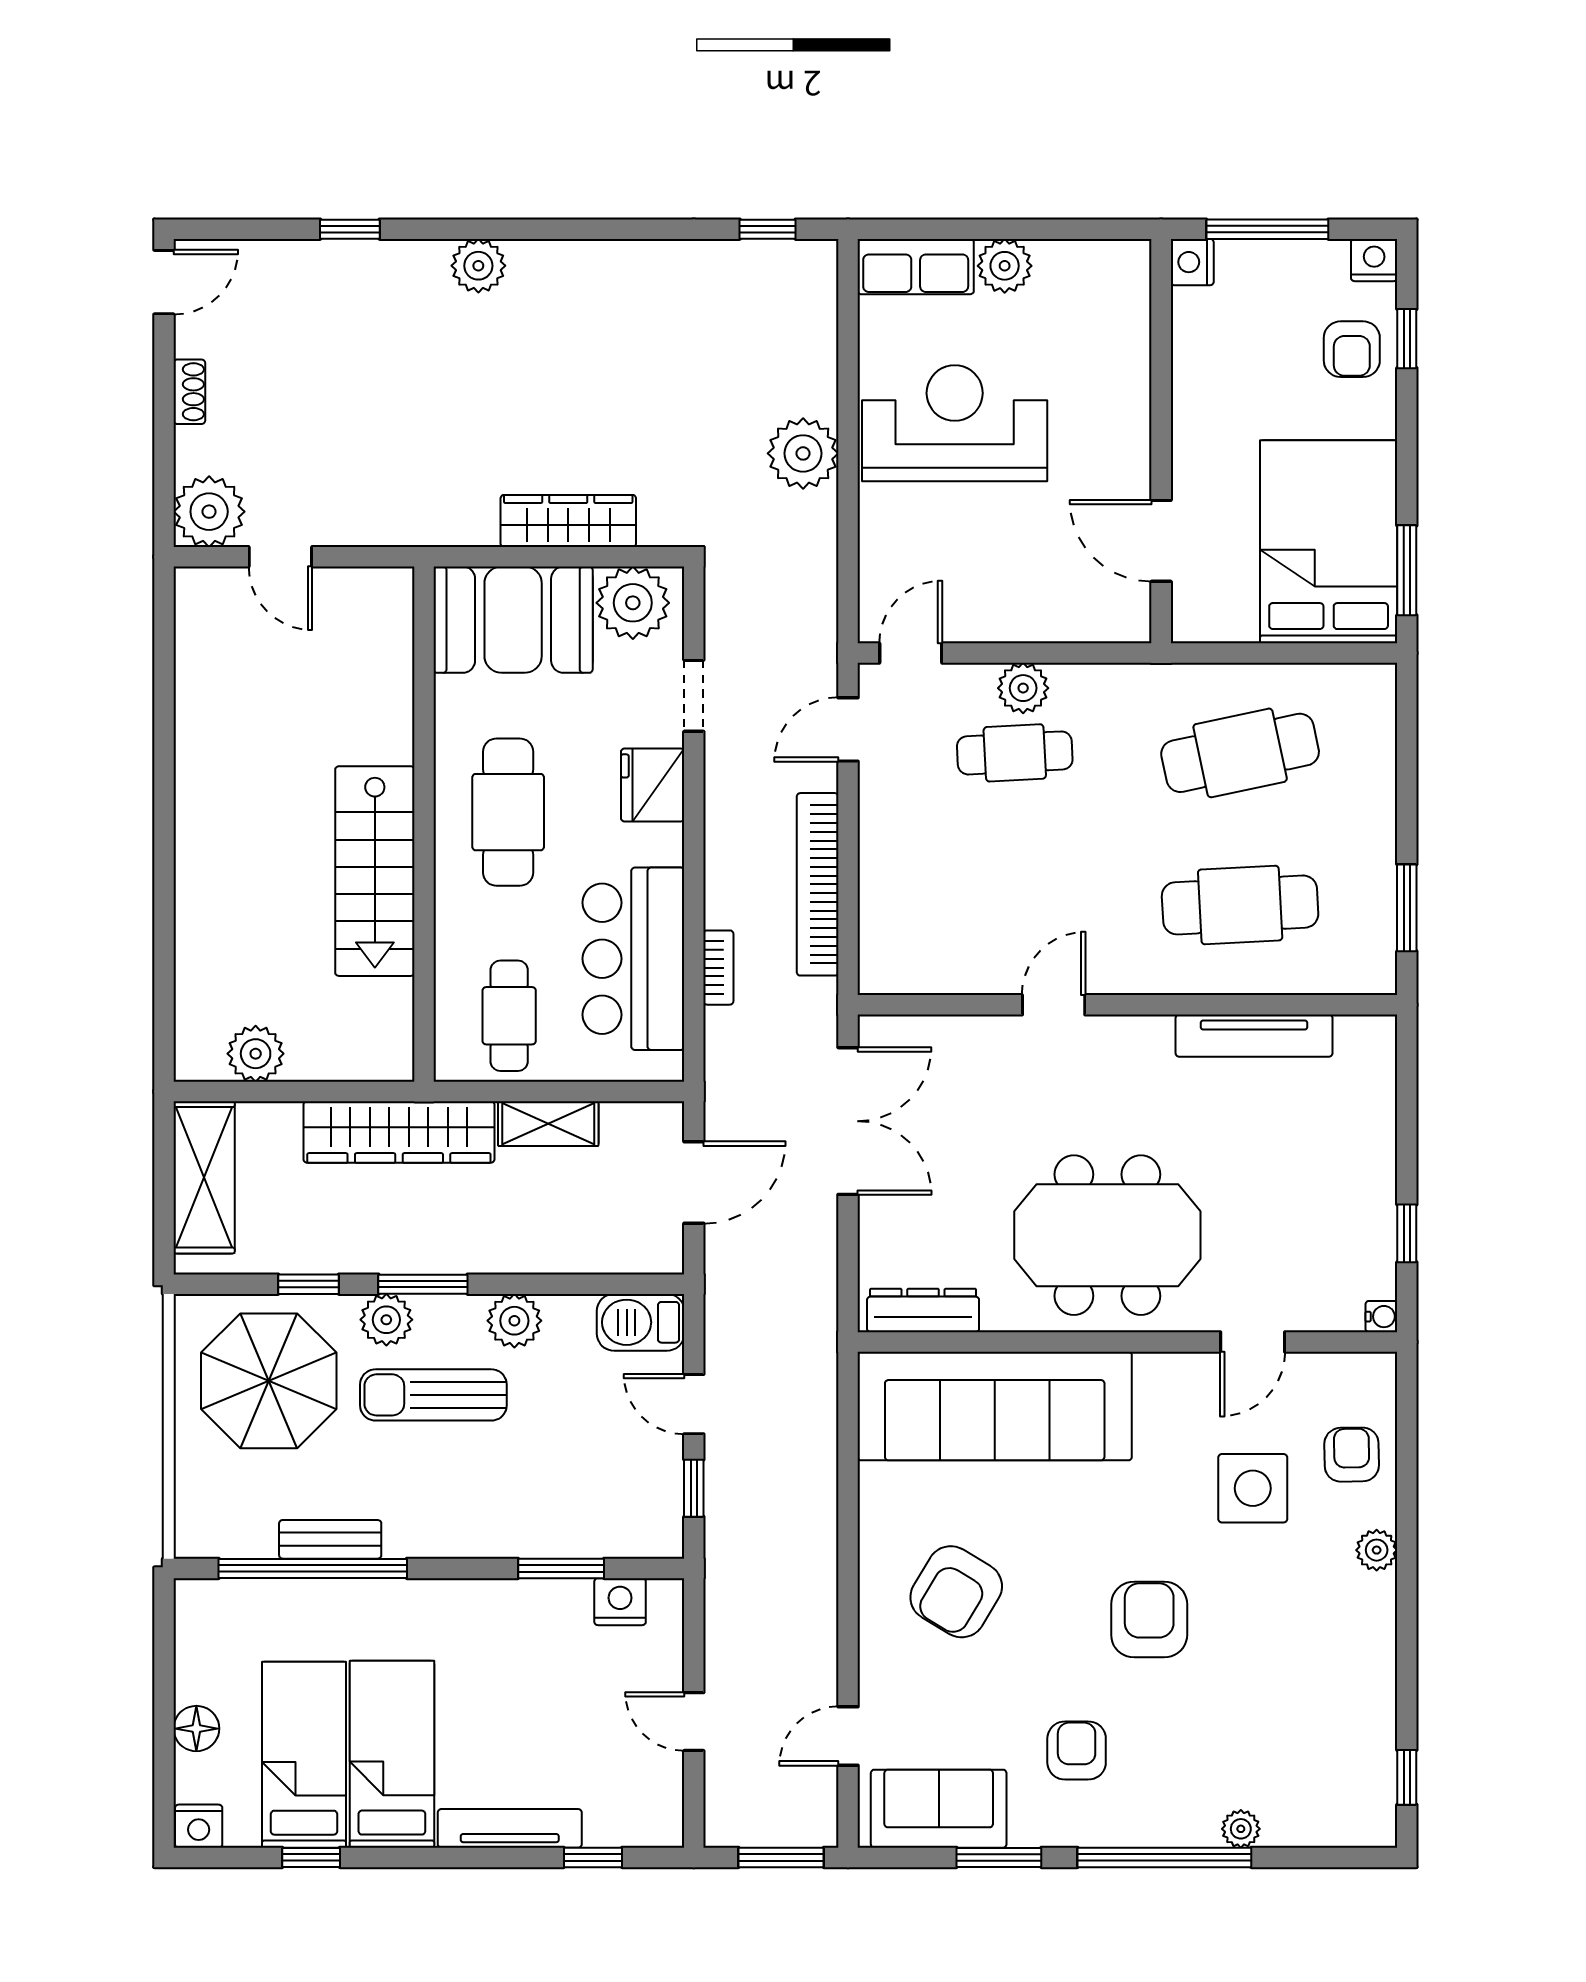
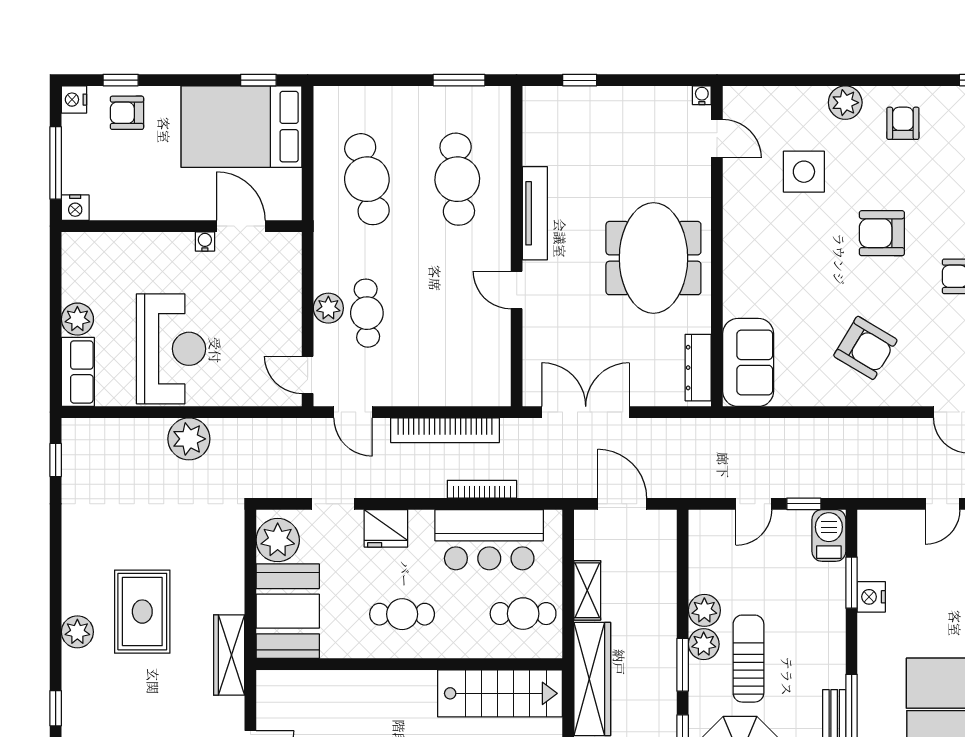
armchair: (1352, 349) -> (127, 113), turned 180
rug: (512, 375) -> (142, 612), added
reception desk: (955, 423) -> (171, 349), turned 180
water cooler: (1135, 480) -> (205, 241), added
wardrobe: (568, 521) -> (229, 655), moved
door: (1161, 541) -> (241, 226), swing flipped
window: (1407, 570) -> (258, 80), width x0.67
cafe table: (508, 812) -> (402, 614), width x0.73, depth x0.74
stairs: (375, 871) -> (500, 693), moved
bookcase: (718, 968) -> (482, 489), width x1.56
tv unit: (1254, 1036) -> (535, 213), moved
window: (1407, 1233) -> (580, 80), moved
plant: (386, 1320) -> (704, 644), moved
barbecue: (641, 1322) -> (829, 535), moved, turned 180
door: (1253, 1342) -> (717, 139), moved
sun lounger: (433, 1395) -> (748, 659), turned 180
sofa: (995, 1406) -> (748, 362), width x0.54, depth x0.79
armchair: (1352, 1455) -> (903, 123), moved, turned 91
plant: (1377, 1550) -> (845, 103), width x1.38, depth x1.38
nightstand: (620, 1602) -> (871, 597), moved

